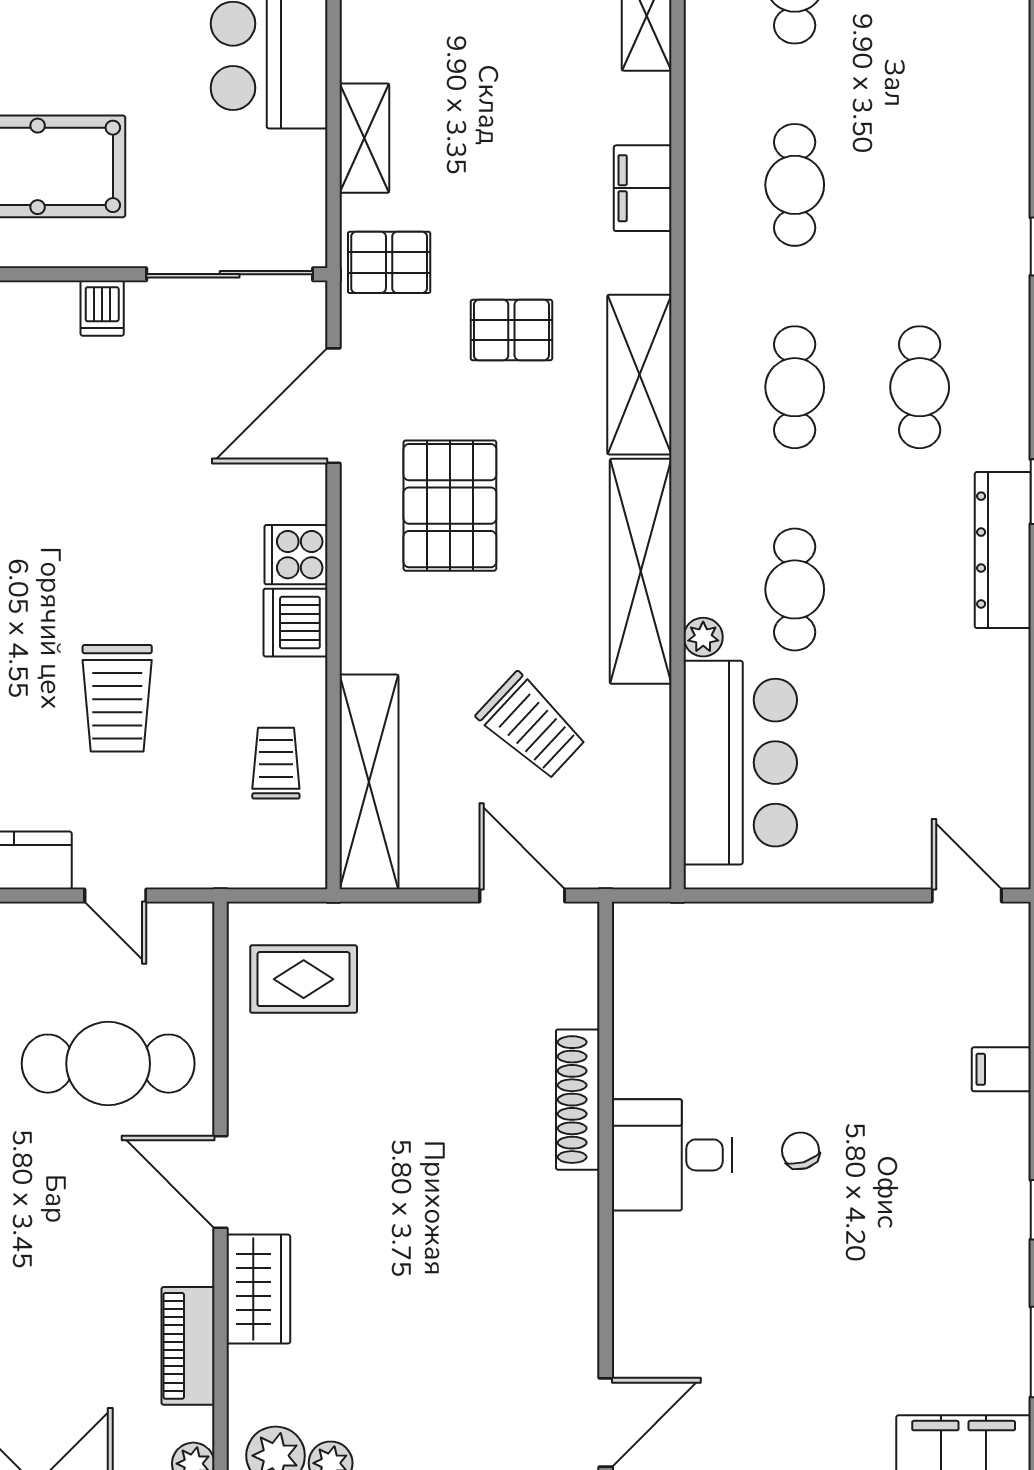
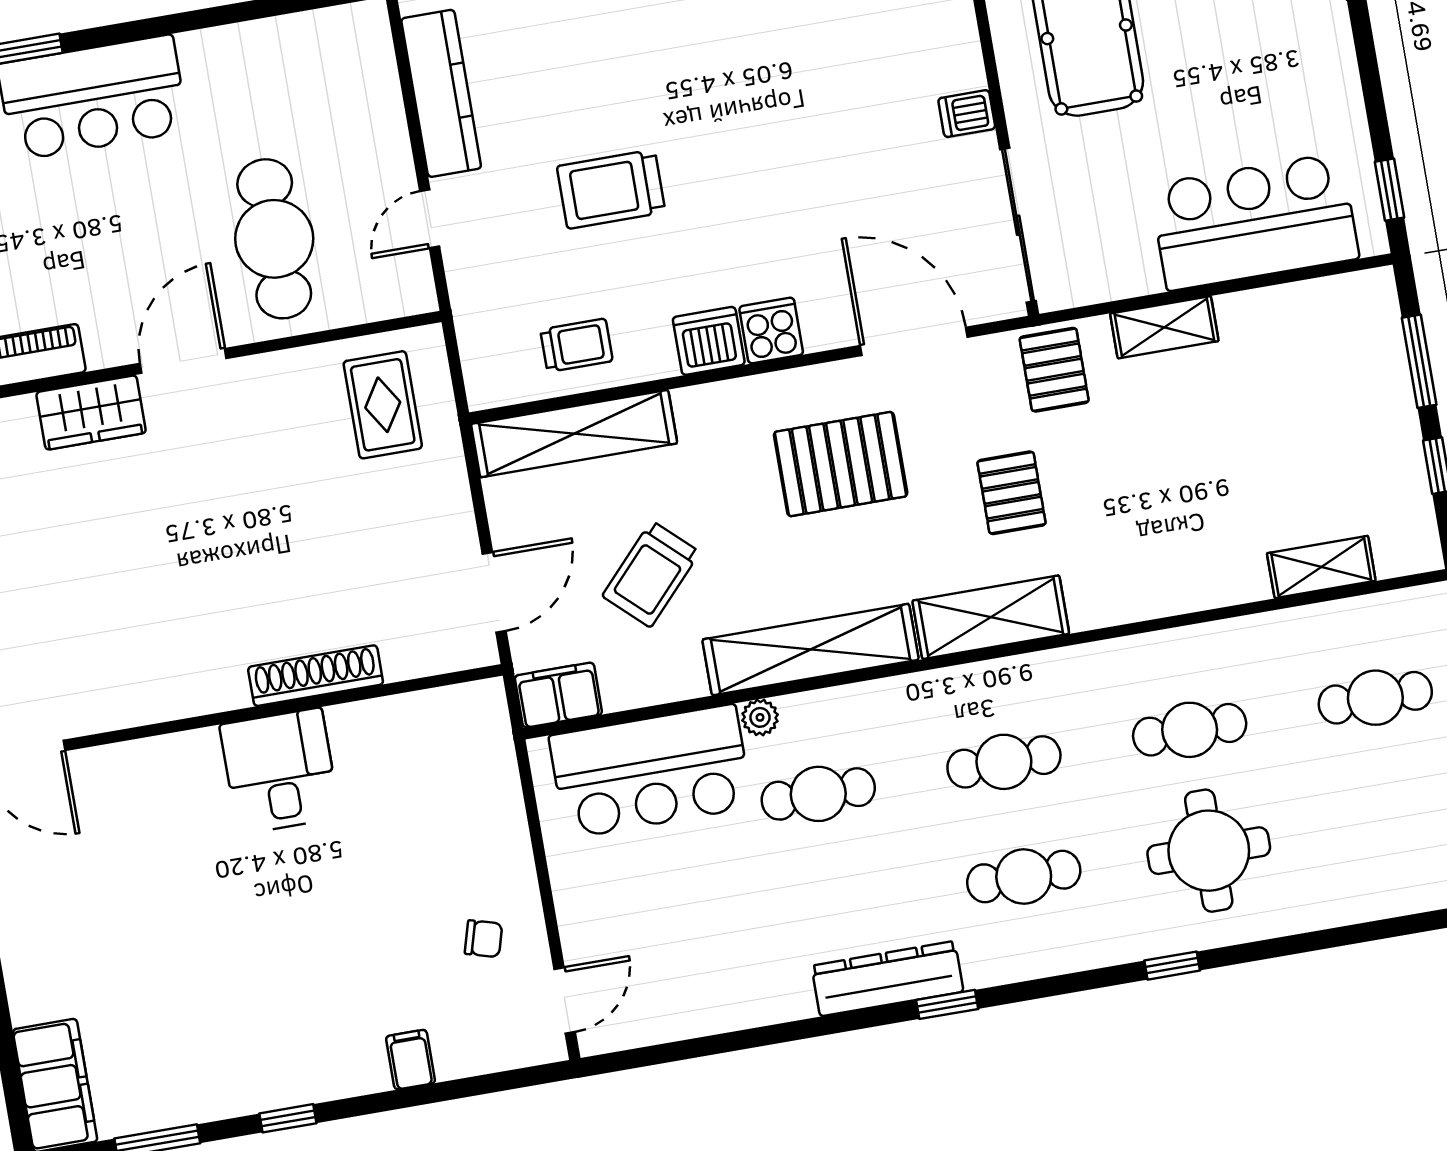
round table: (926, 187) -> (1209, 851), added
filing cabinet: (643, 188) -> (558, 695), moved
chair: (801, 1151) -> (484, 939), moved, turned 33

